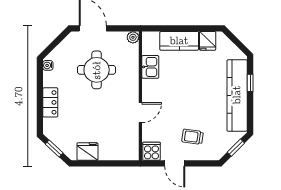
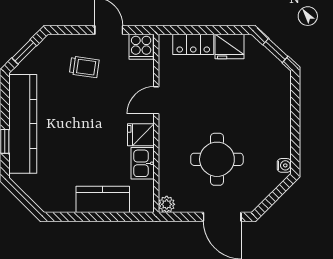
fridge: (208, 41) -> (141, 135), moved, turned -90
locker: (50, 102) -> (193, 44), moved, turned -90

